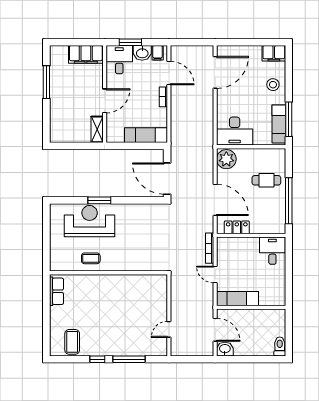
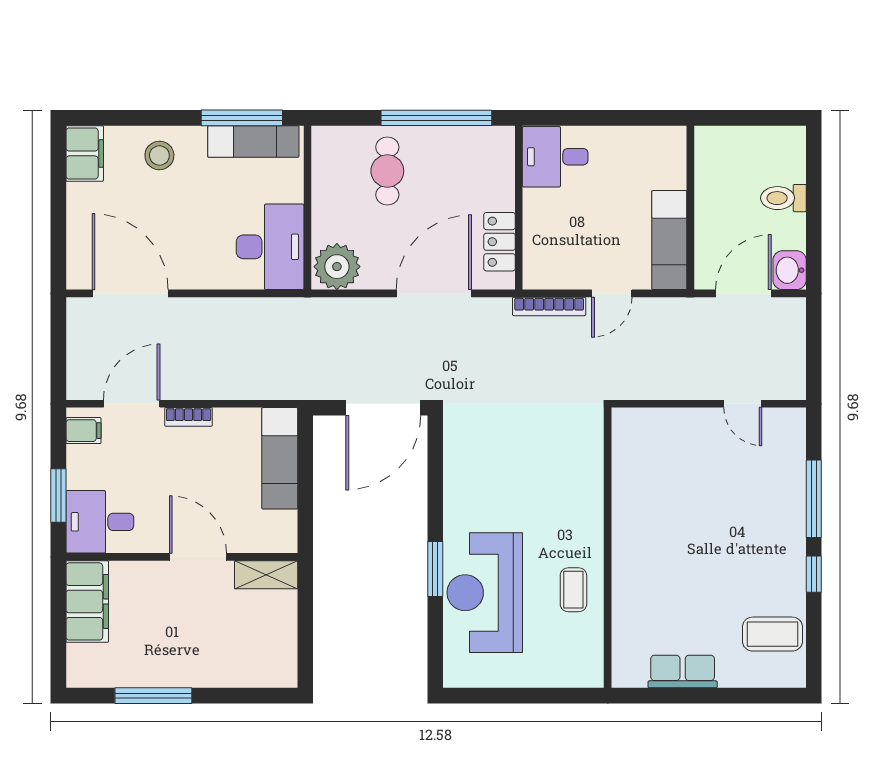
washbasin: (142, 53) -> (84, 467), removed
row of seats: (56, 291) -> (683, 672), moved
toilet: (280, 346) -> (783, 198), moved

